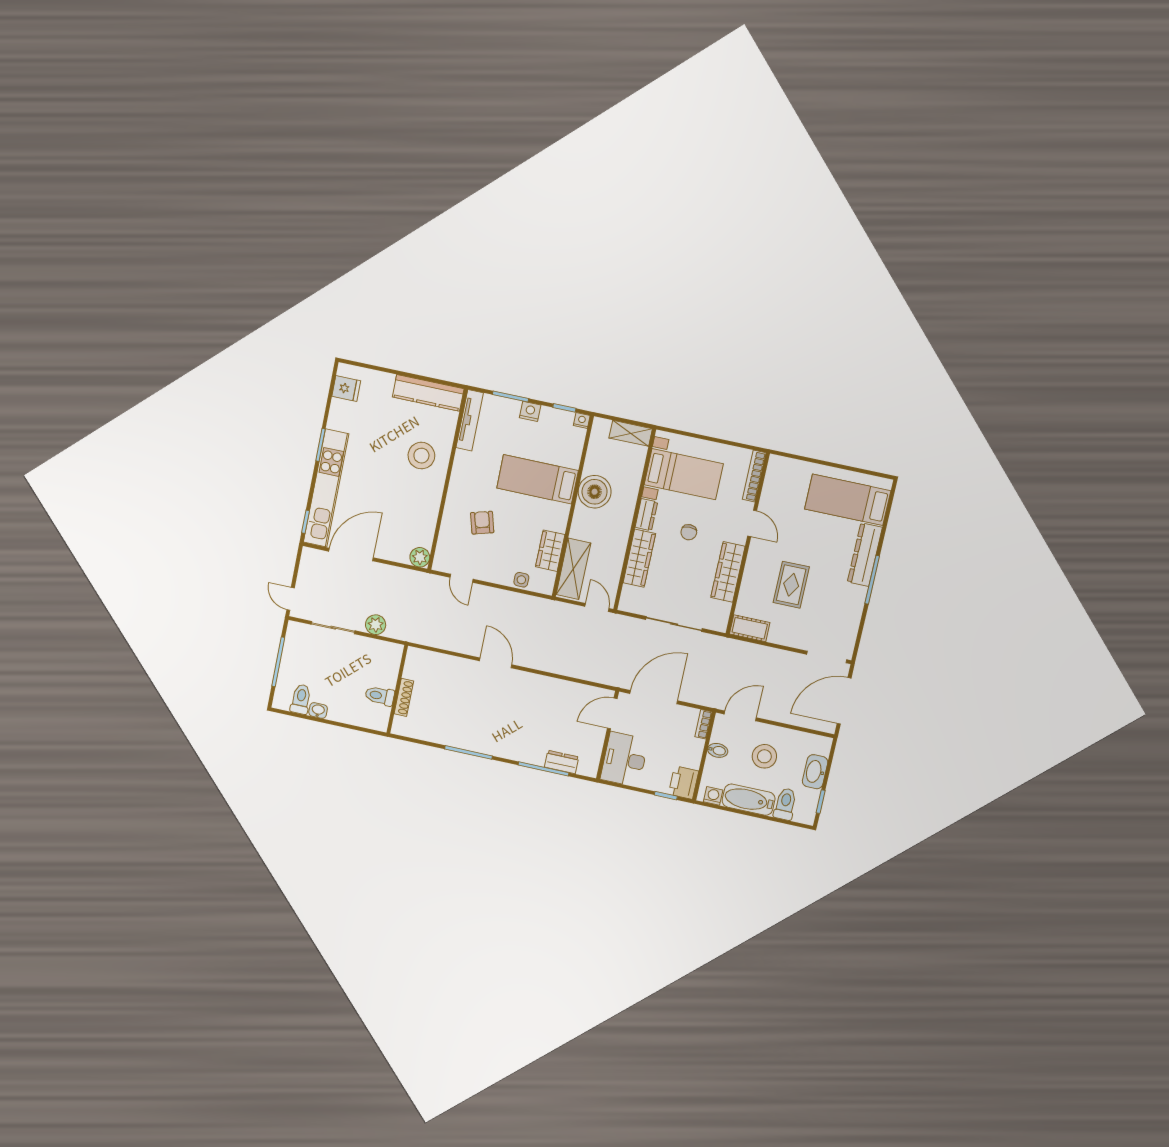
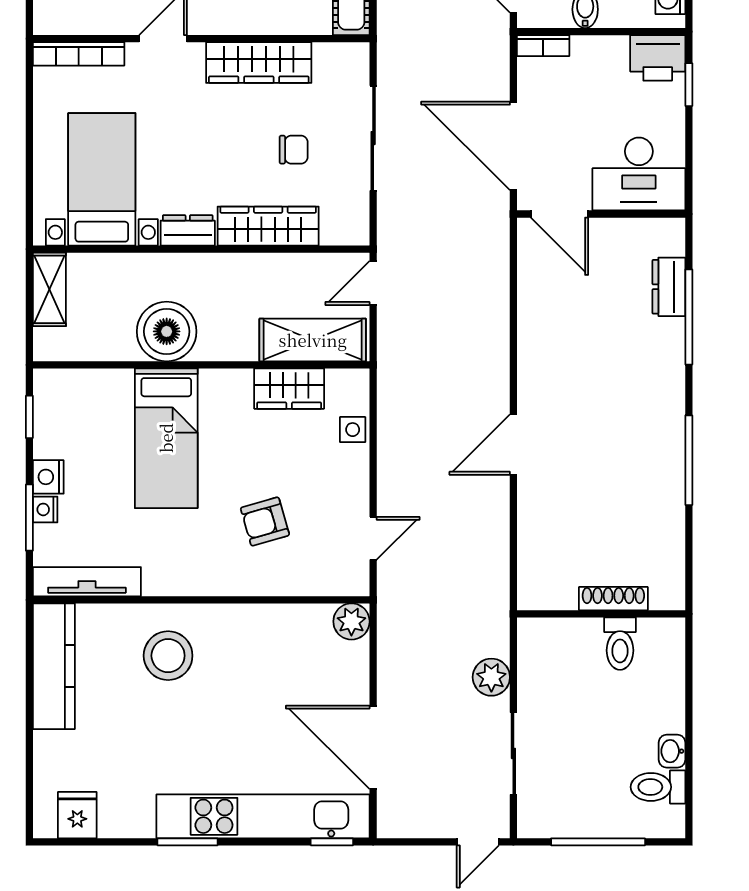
nightstand: (582, 421) -> (45, 509), moved
chair: (689, 532) -> (294, 150), moved

